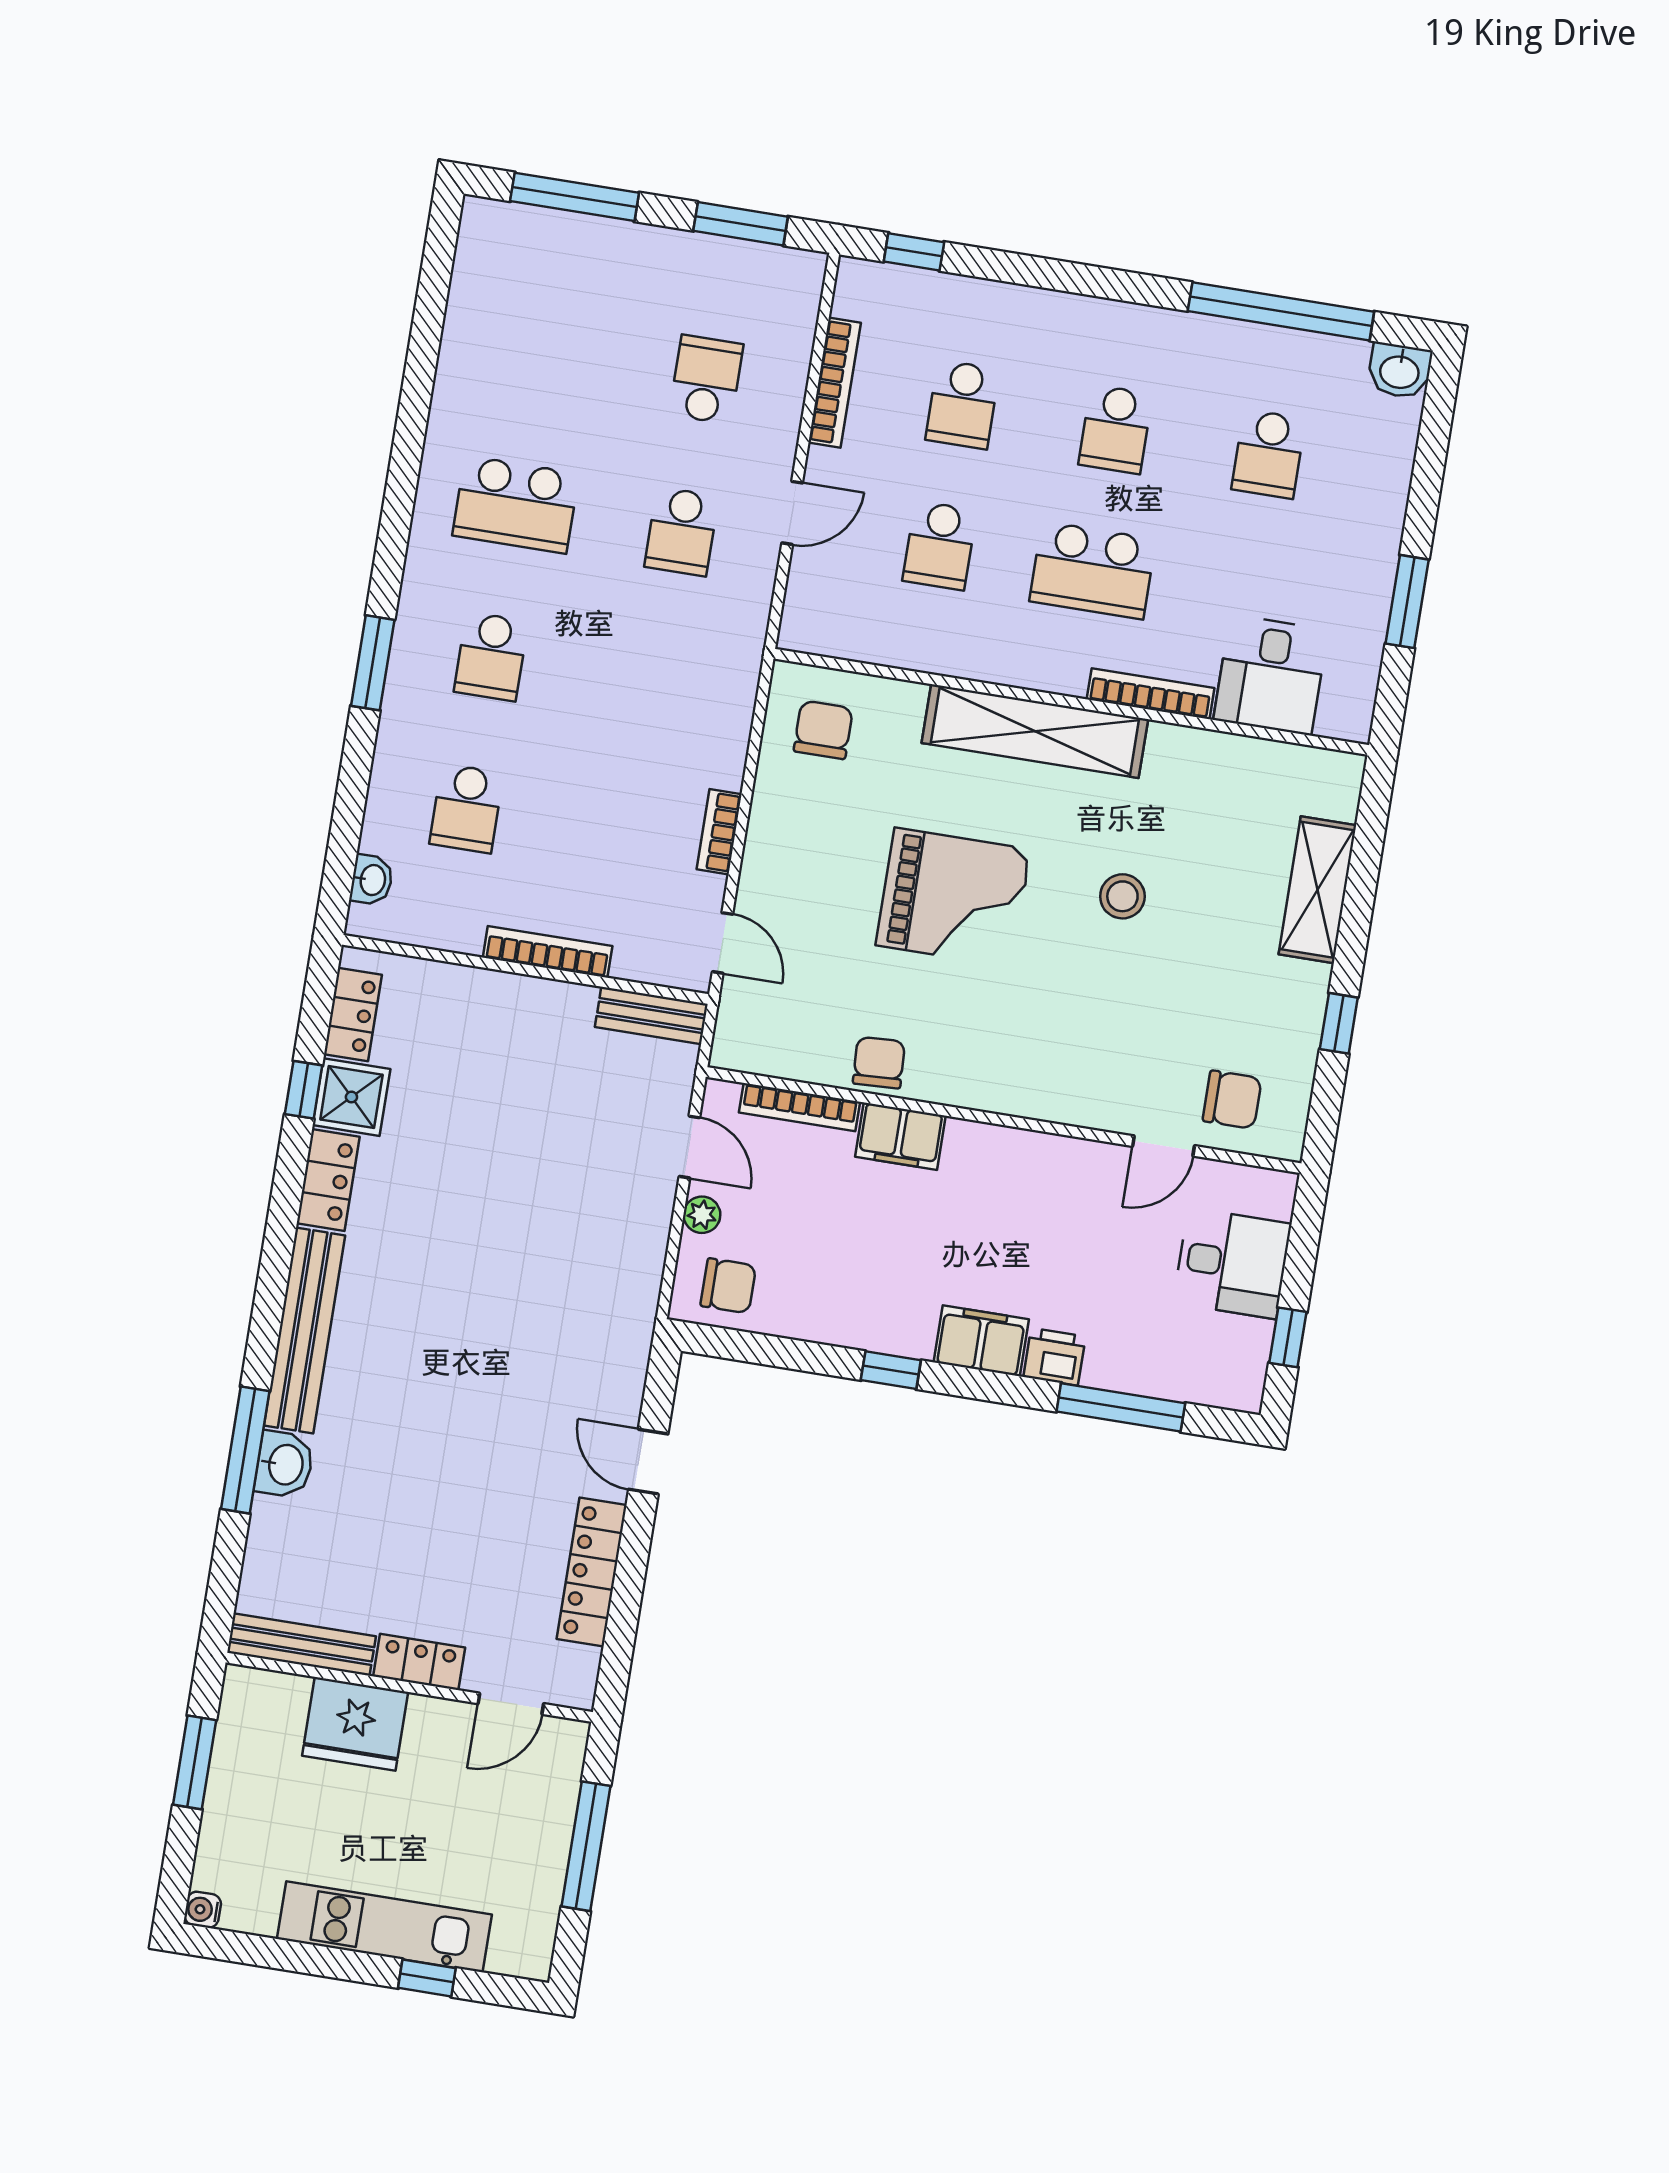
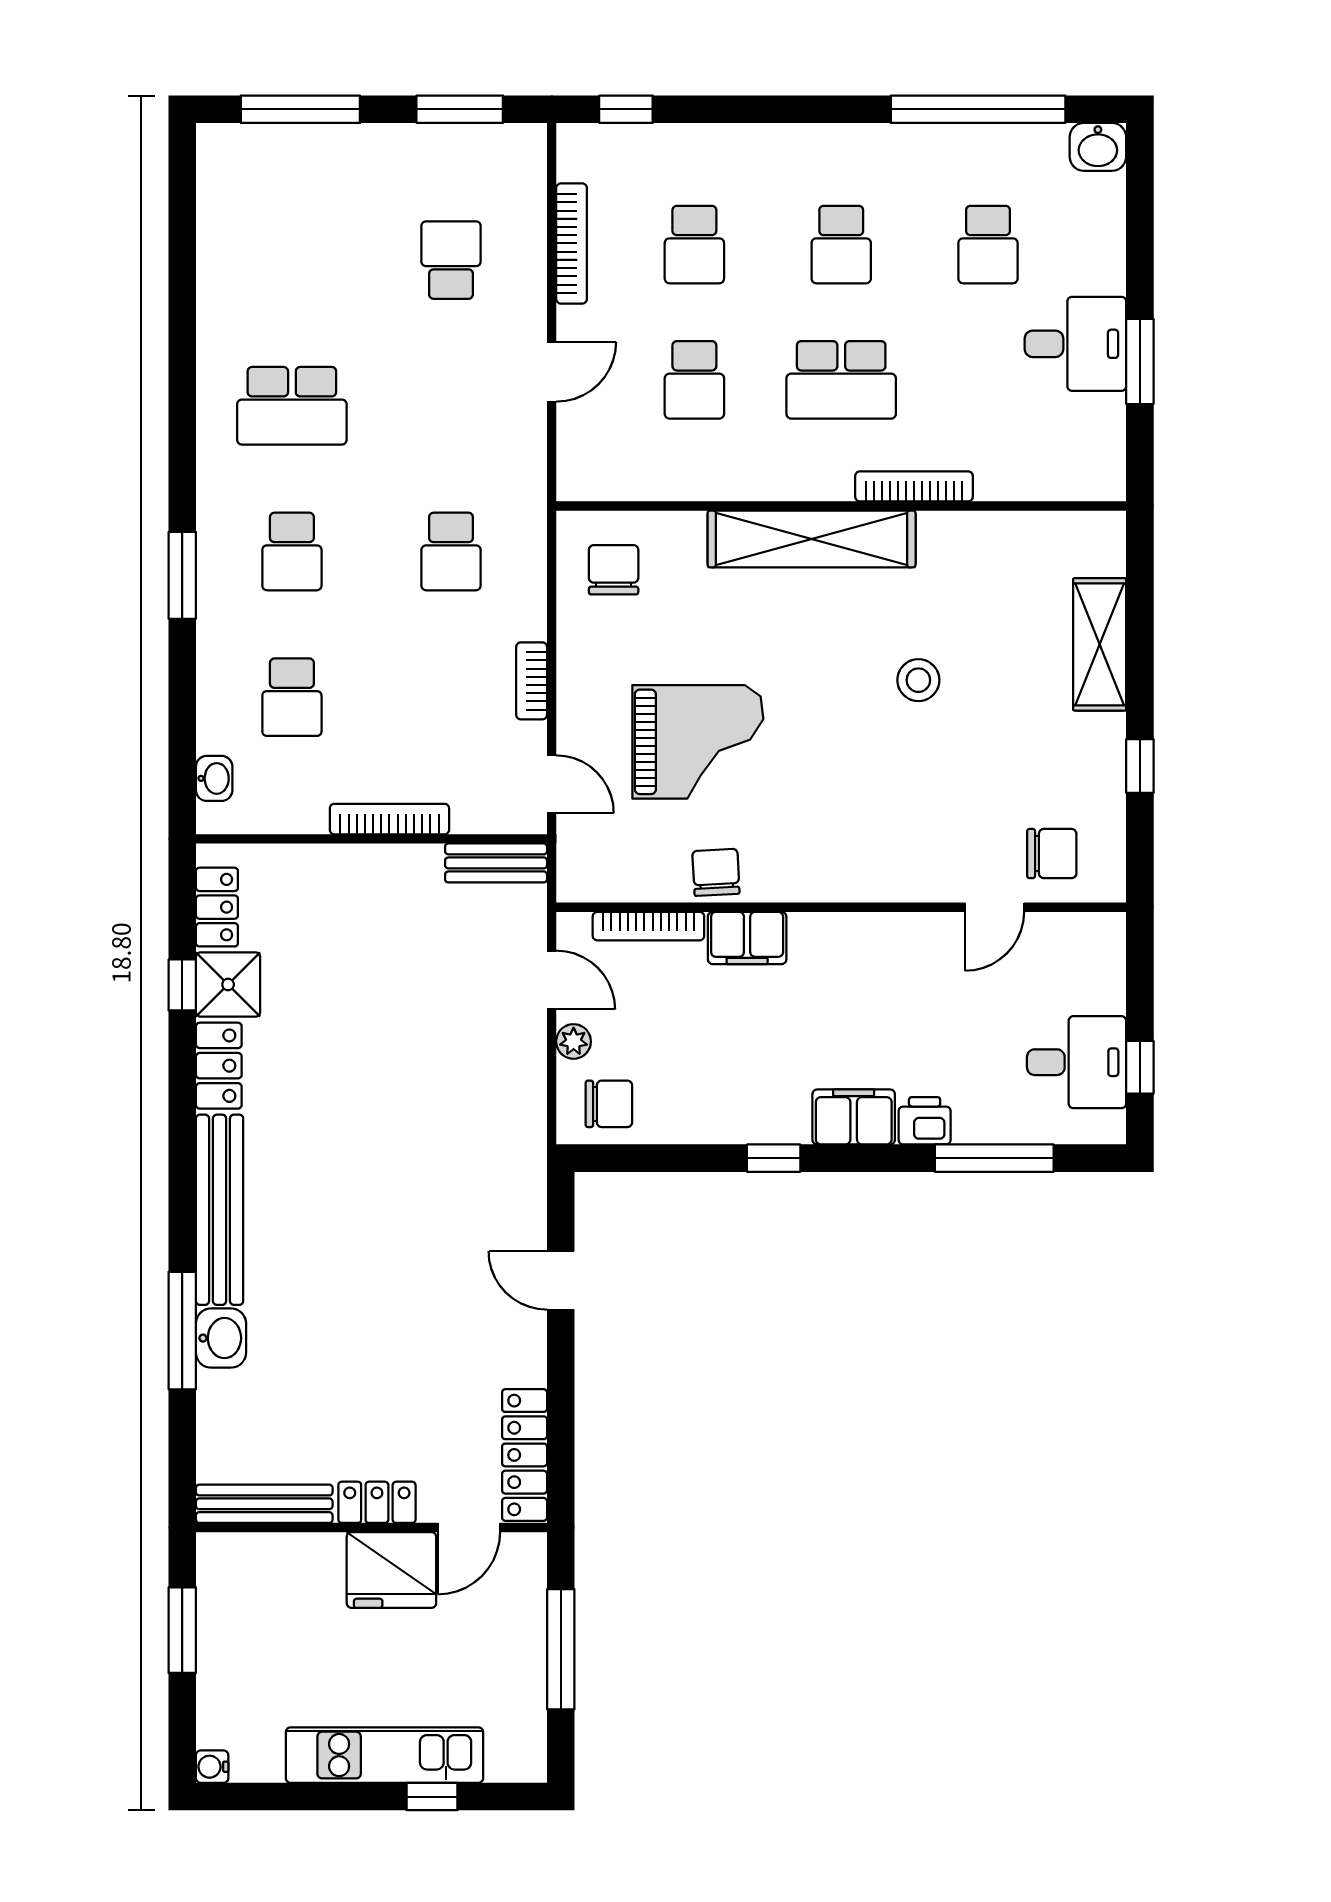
school desk: (682, 531) -> (451, 551), moved
desk: (1271, 675) -> (1075, 344), moved, turned -90
grand piano: (953, 897) -> (698, 742), moved
desk: (1232, 1263) -> (1077, 1062), moved
locker: (592, 1572) -> (525, 1455), moved
fridge: (355, 1724) -> (391, 1570), moved

